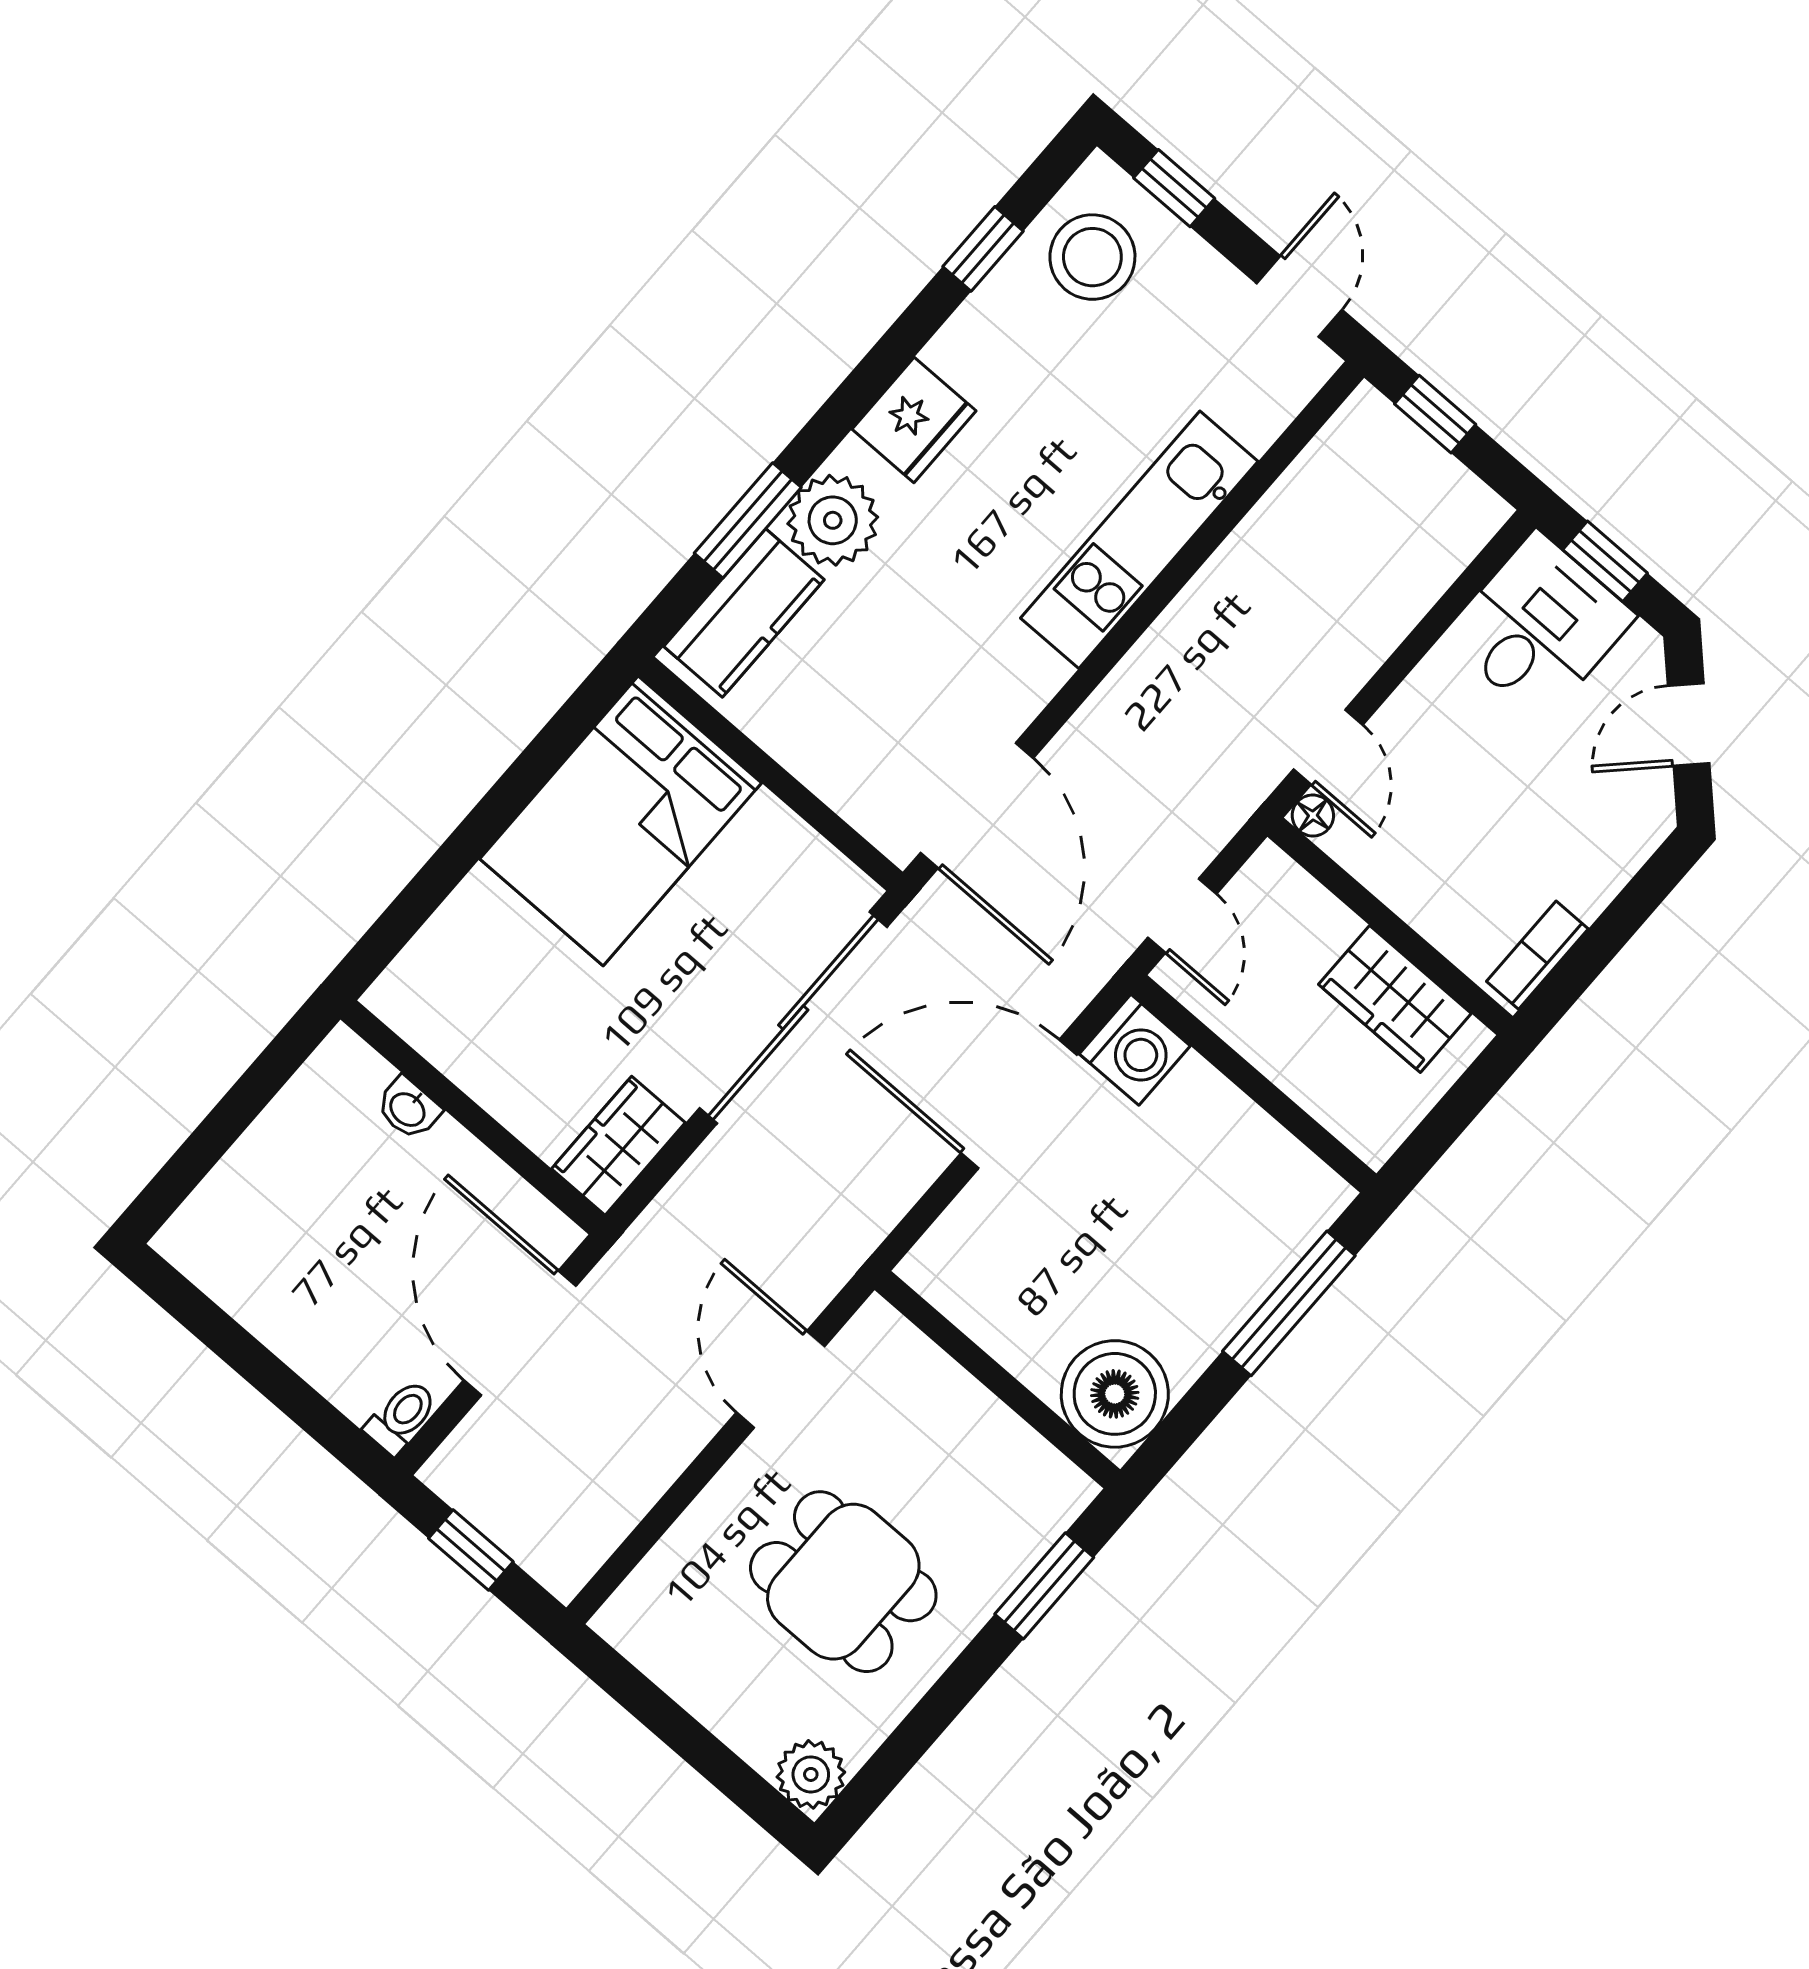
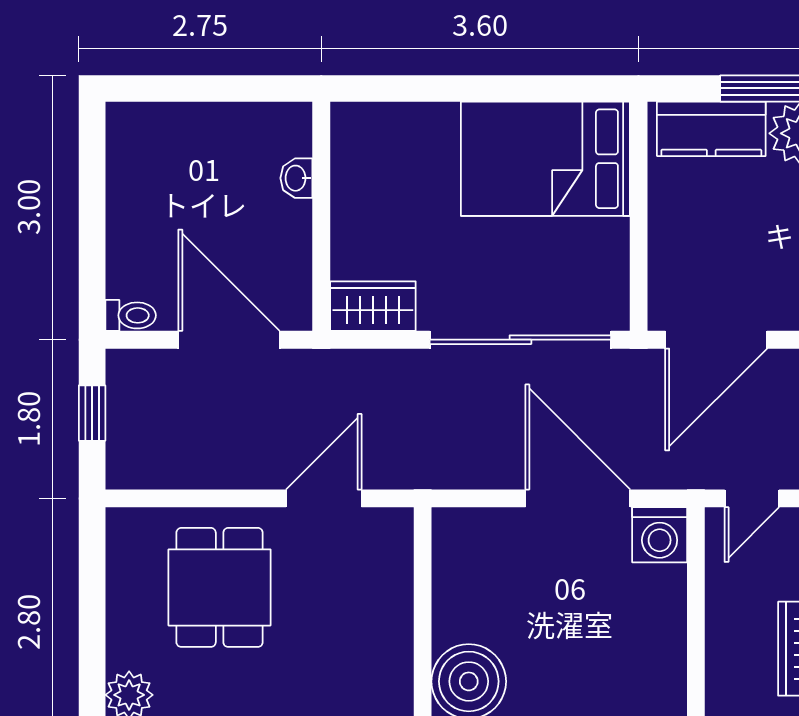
door: (520, 1333) -> (229, 340), hinge flipped
dining table: (843, 1582) -> (220, 587), moved

